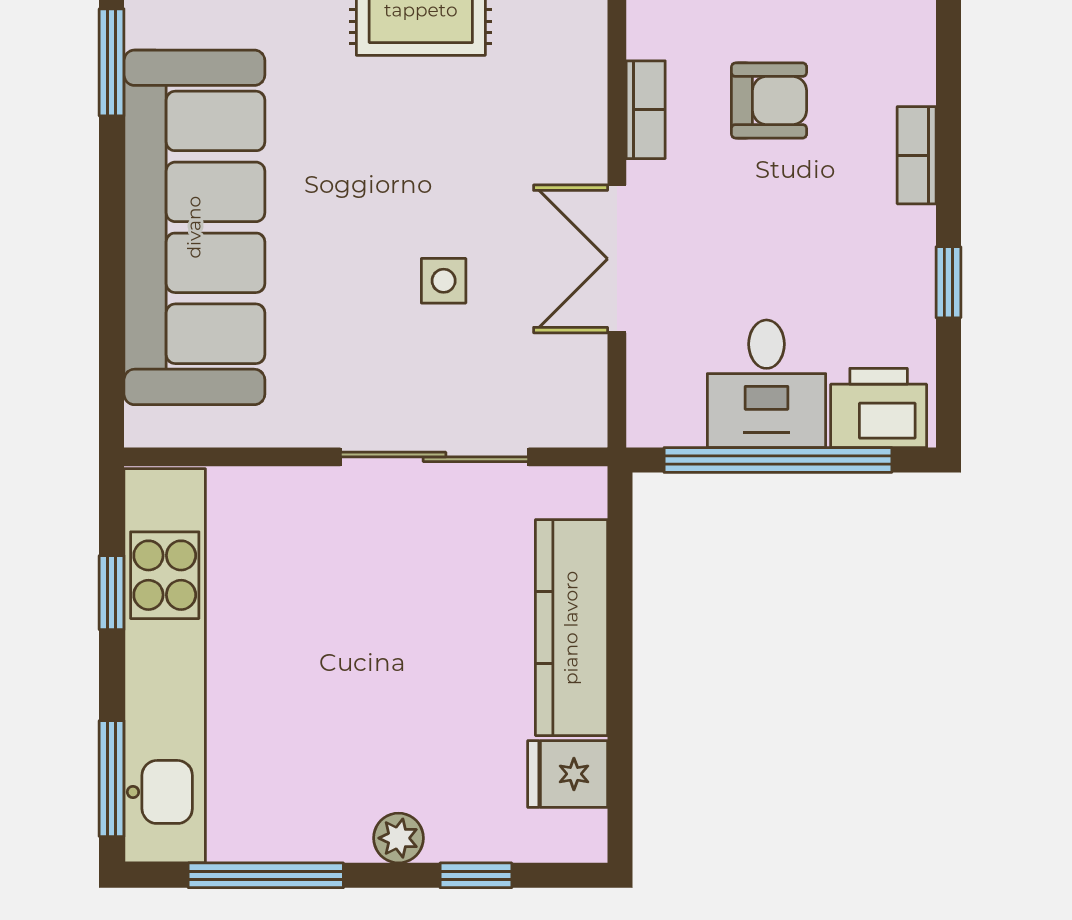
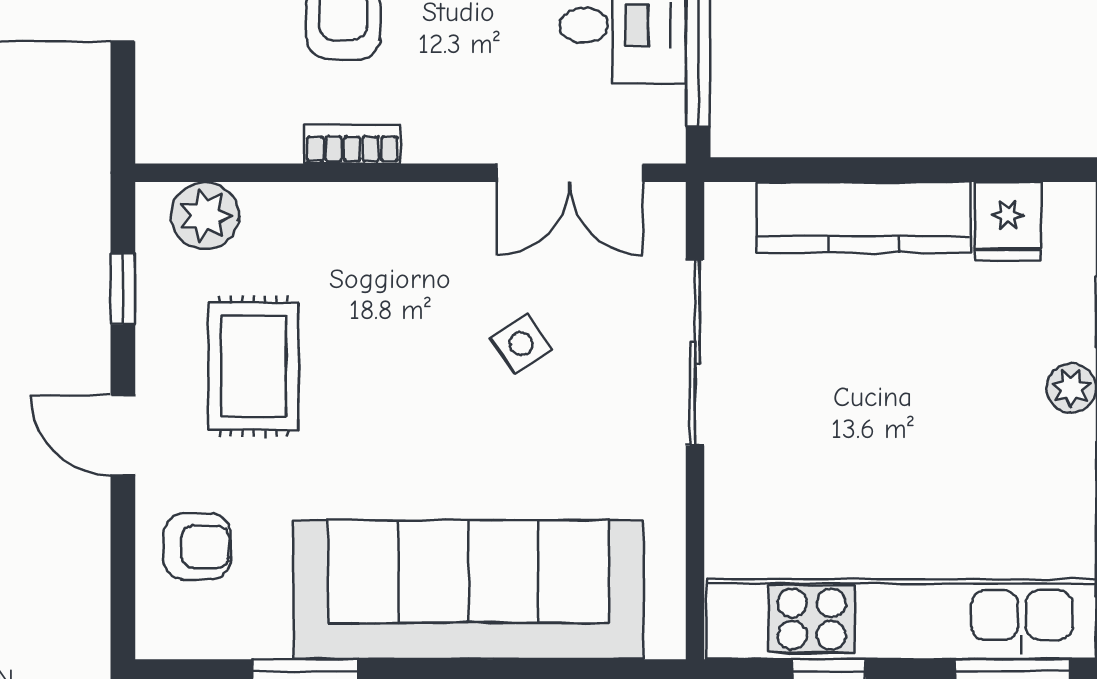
double door: (617, 259) -> (570, 173), moved
side table: (444, 281) -> (521, 344), turned -34

